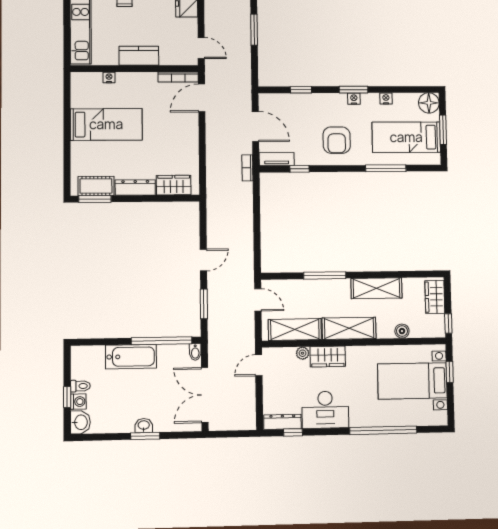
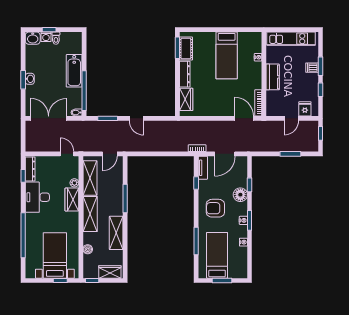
door: (201, 48) -> (291, 118), moved
floor lamp: (429, 103) -> (240, 195), moved

